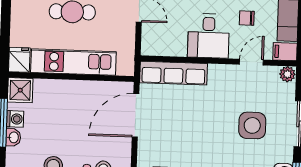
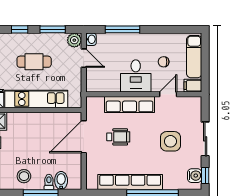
row of seats: (174, 73) -> (130, 105), moved
plant: (287, 74) -> (195, 102), removed
wheelchair: (182, 117) -> (118, 137), added

